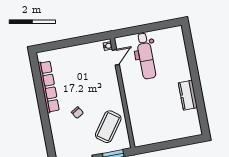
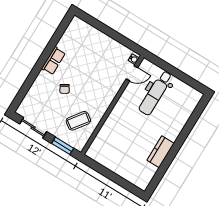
row of seats: (49, 87) -> (53, 61), width x0.50
coffee table: (108, 127) -> (78, 121), width x0.73, depth x0.76

